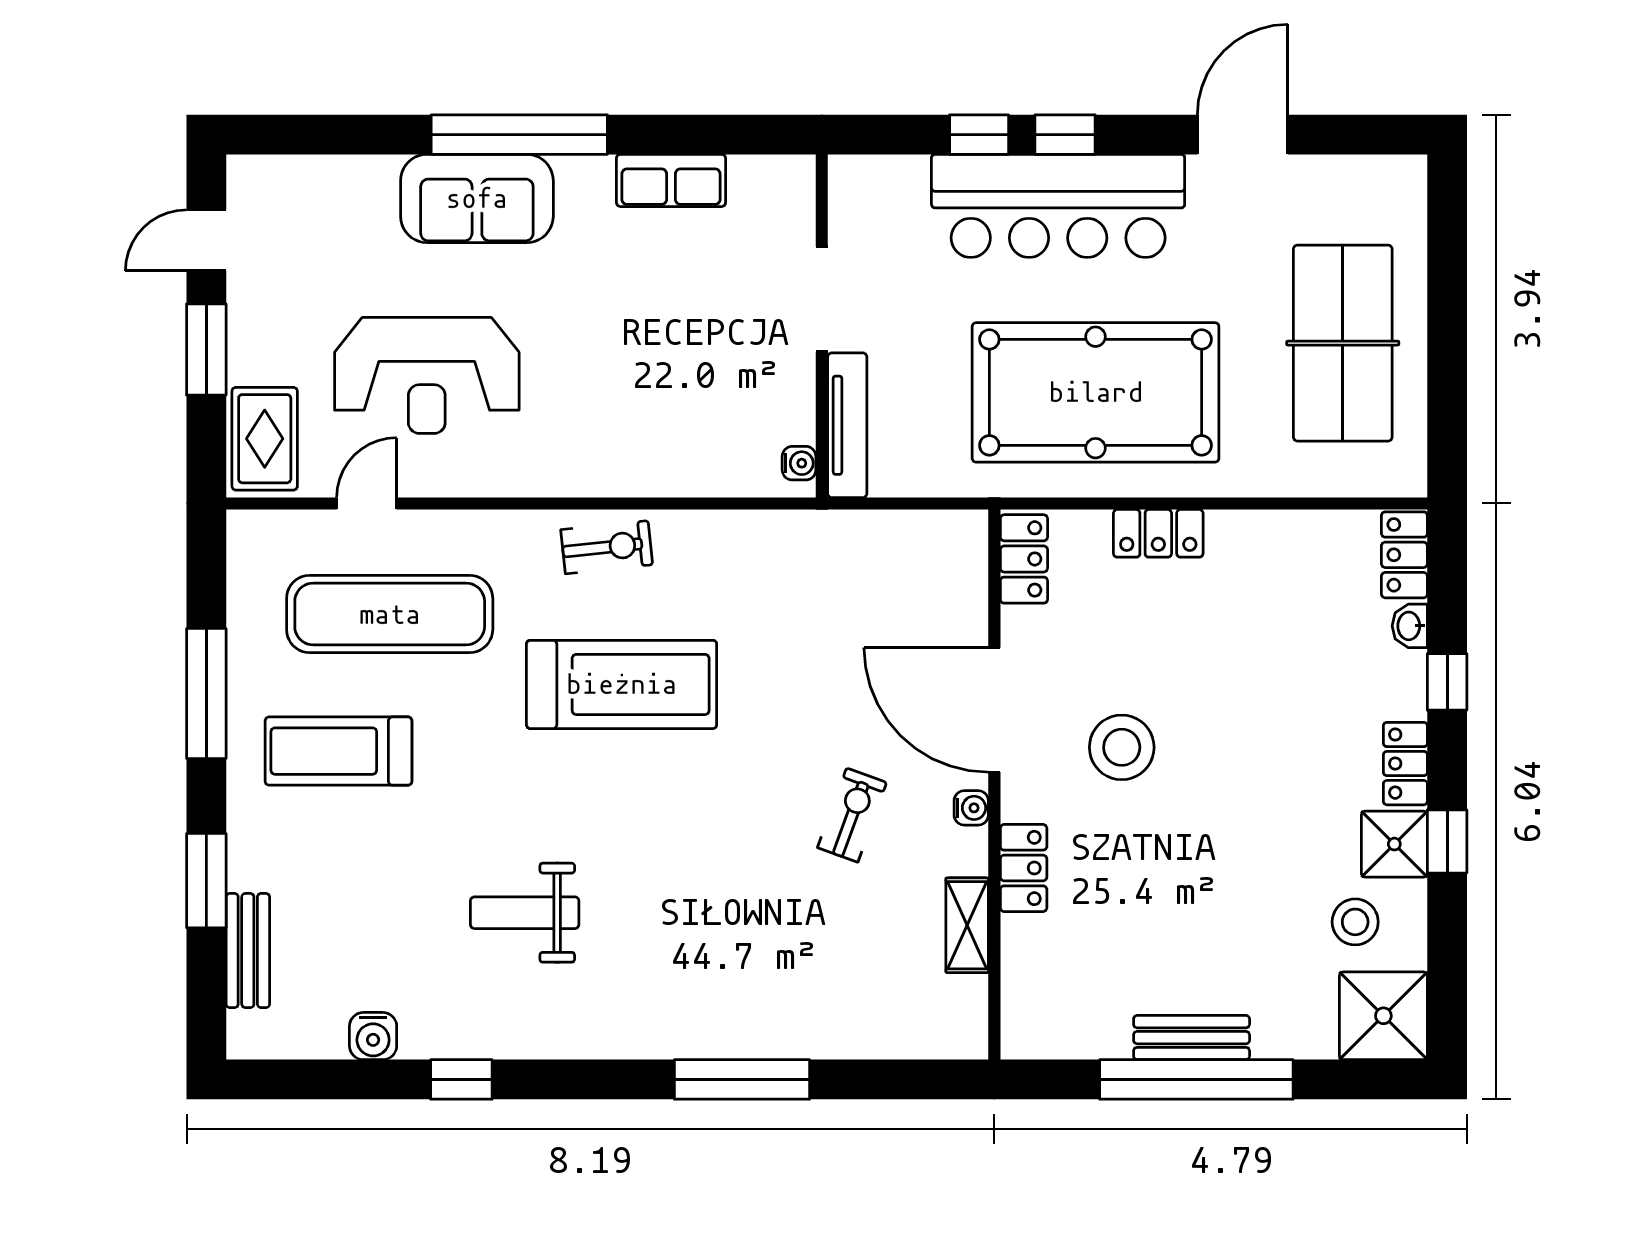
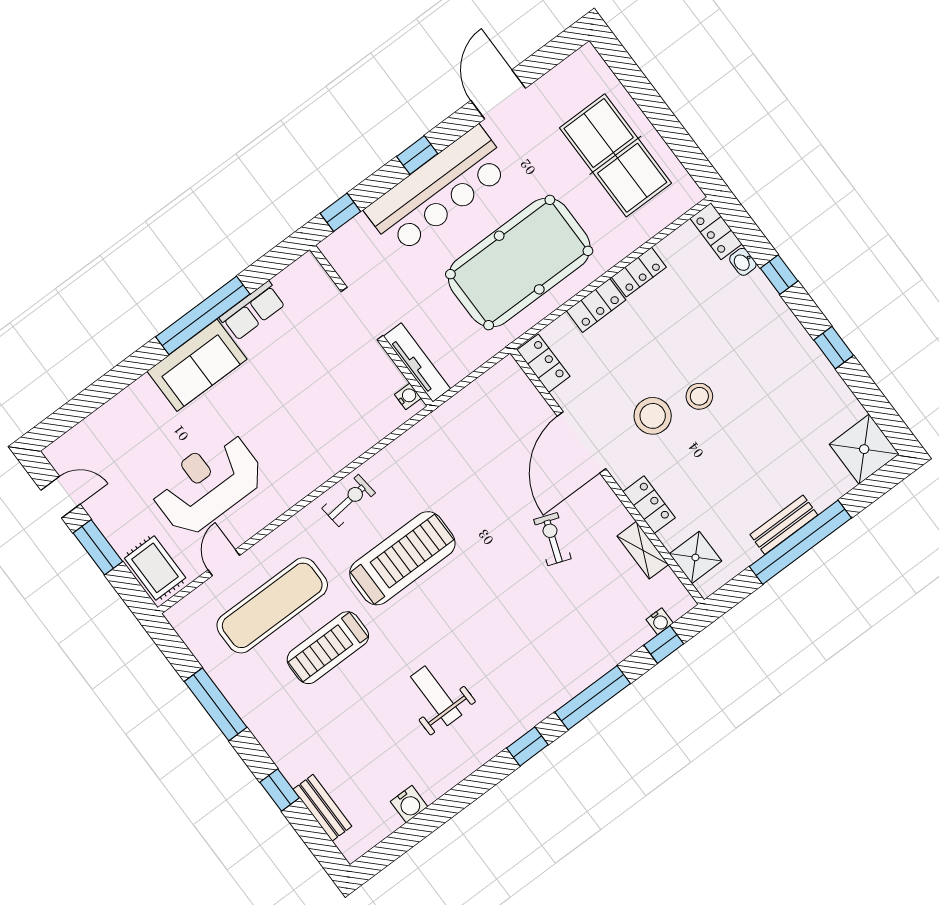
window: (519, 135) -> (203, 315), moved
window: (979, 135) -> (340, 212), moved
sofa: (477, 198) -> (197, 365), moved
door: (206, 240) -> (61, 497), swing flipped
reception desk: (427, 375) -> (208, 484), turned 180
door: (994, 710) -> (582, 442), hinge flipped
treadmill: (338, 751) -> (328, 648), moved
locker: (1405, 764) -> (639, 272), moved, turned -90
water cooler: (971, 808) -> (660, 621), moved, turned 90
shower: (1394, 844) -> (695, 557), moved
window: (206, 881) -> (280, 790), width x0.67
weight bench: (525, 913) -> (436, 696), turned 90
stool: (1355, 922) -> (699, 396), moved
window: (461, 1079) -> (527, 746), moved
window: (898, 1079) -> (664, 644), added

